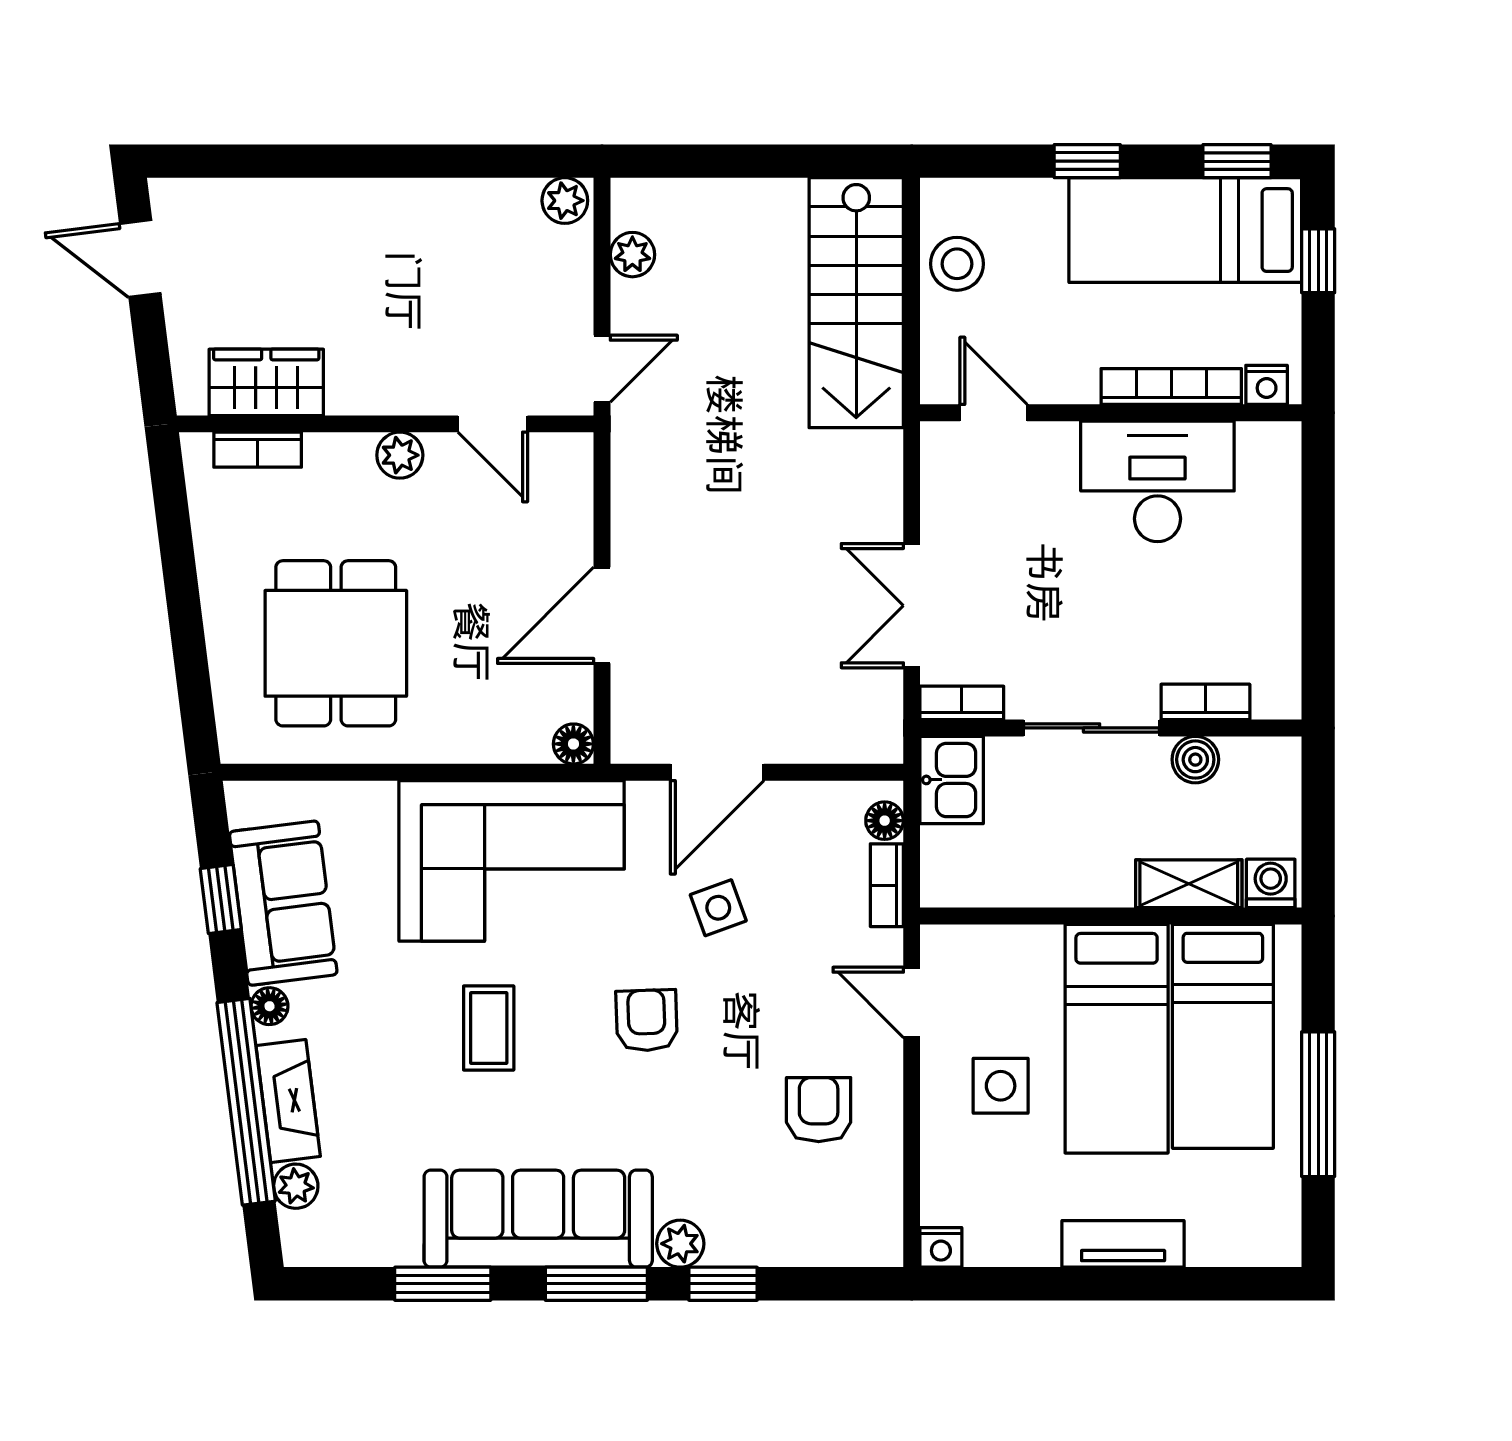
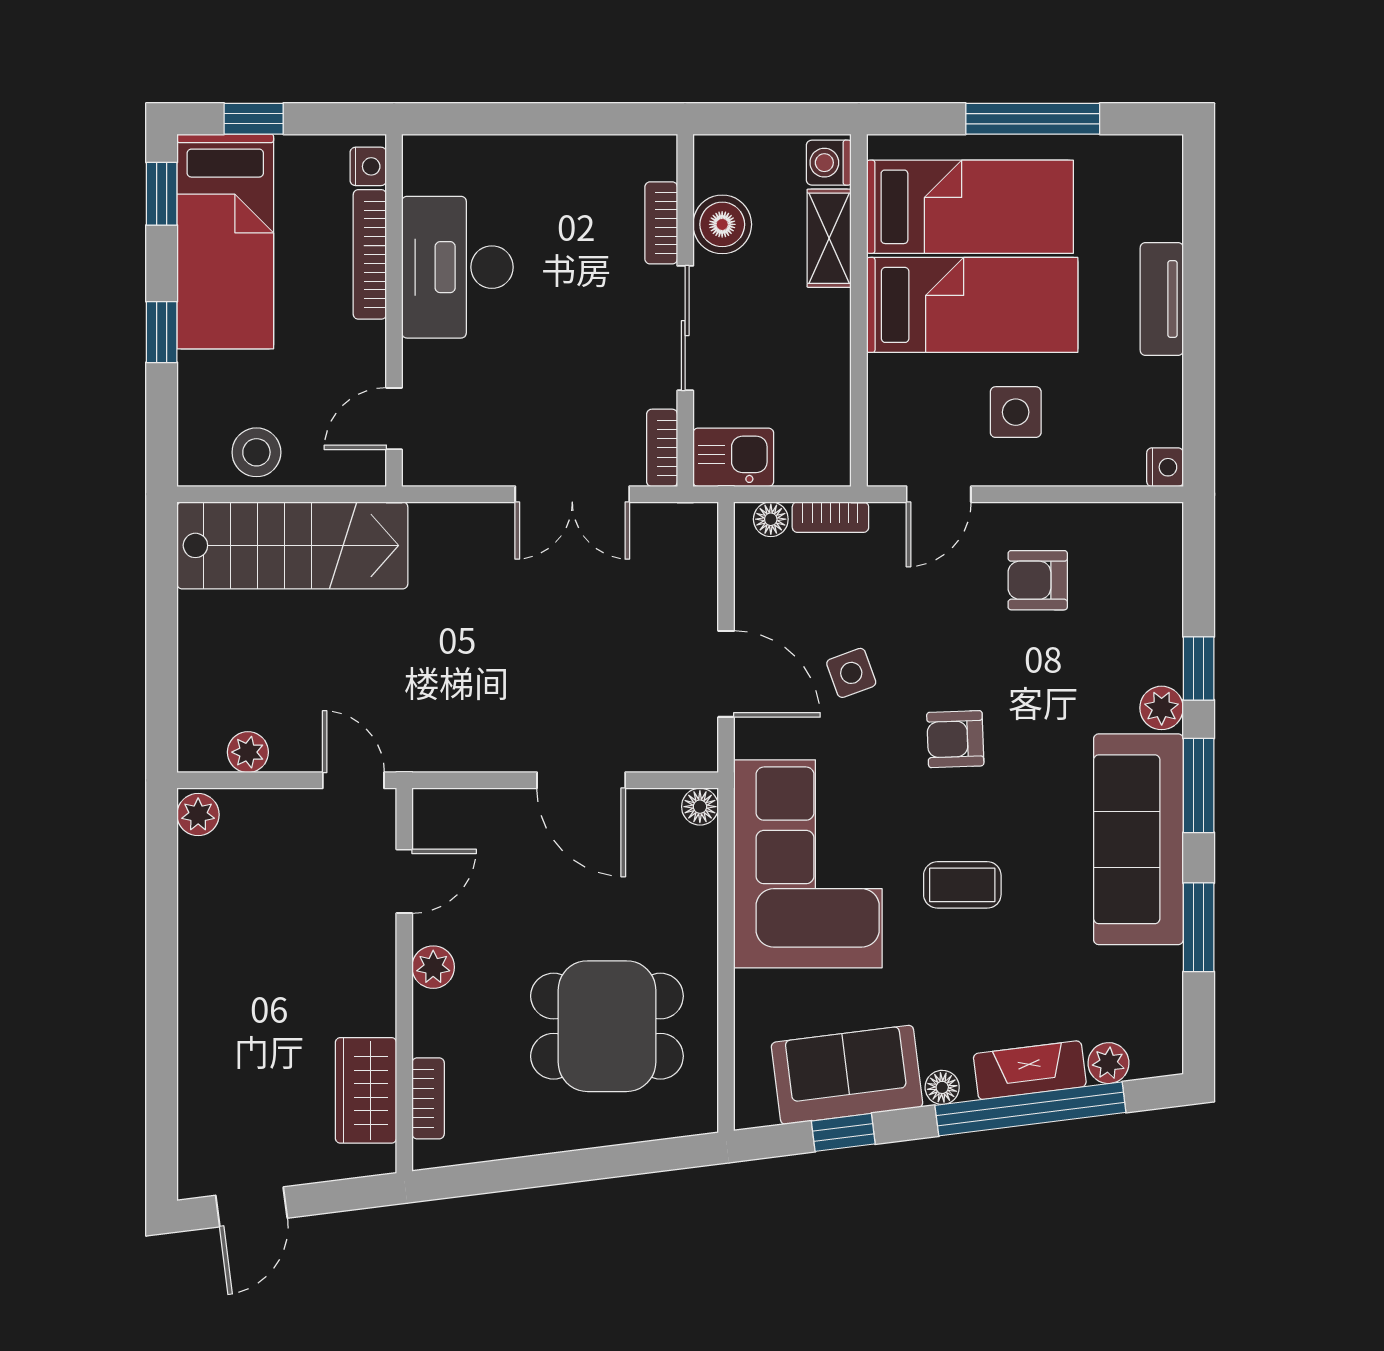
boiler: (1195, 760) -> (722, 224), width x1.36, depth x1.36

